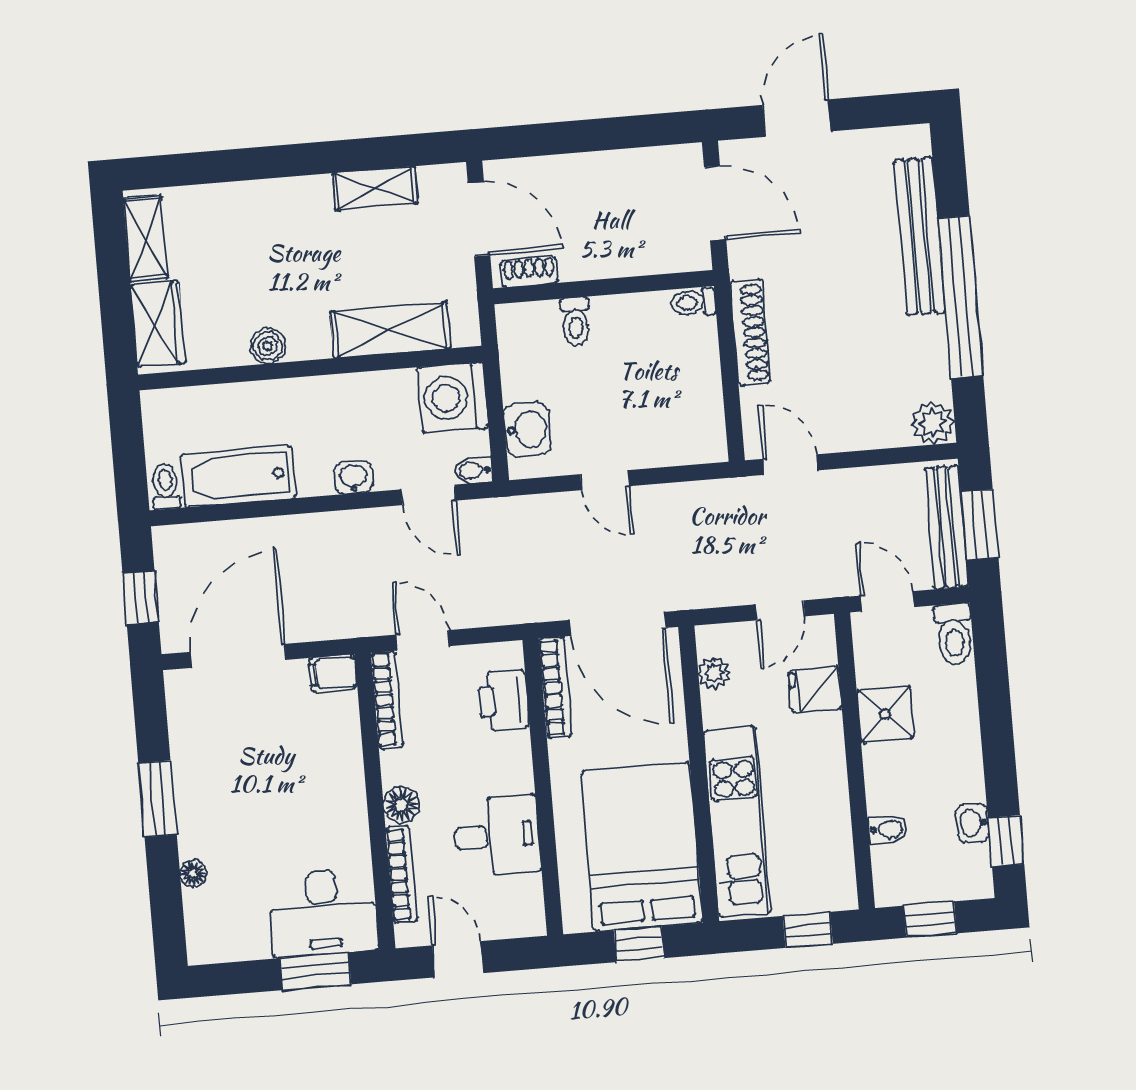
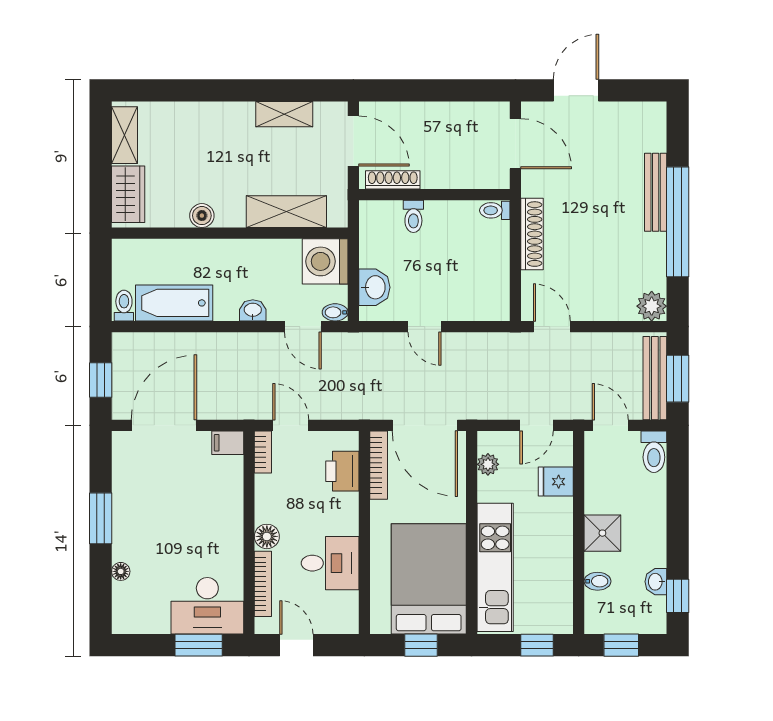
bench: (920, 236) -> (656, 192), width x0.73, depth x0.82
shoe rack: (529, 272) -> (393, 180), width x1.43
bookcase: (387, 700) -> (263, 452), width x0.64
shower: (885, 714) -> (602, 533), moved

